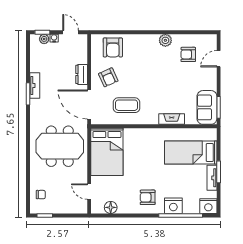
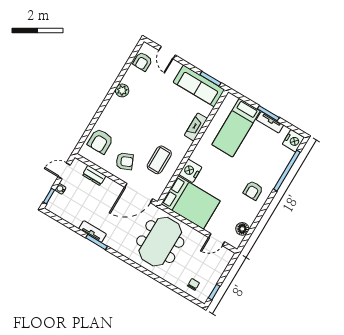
plant: (44, 39) -> (56, 198), removed
armchair: (113, 47) -> (100, 141), turned 90
armchair: (188, 54) -> (143, 62), moved
dresser: (82, 74) -> (94, 175), moved
sofa: (207, 107) -> (199, 86), width x1.36
nightstand: (173, 206) -> (190, 171), moved, turned 180

